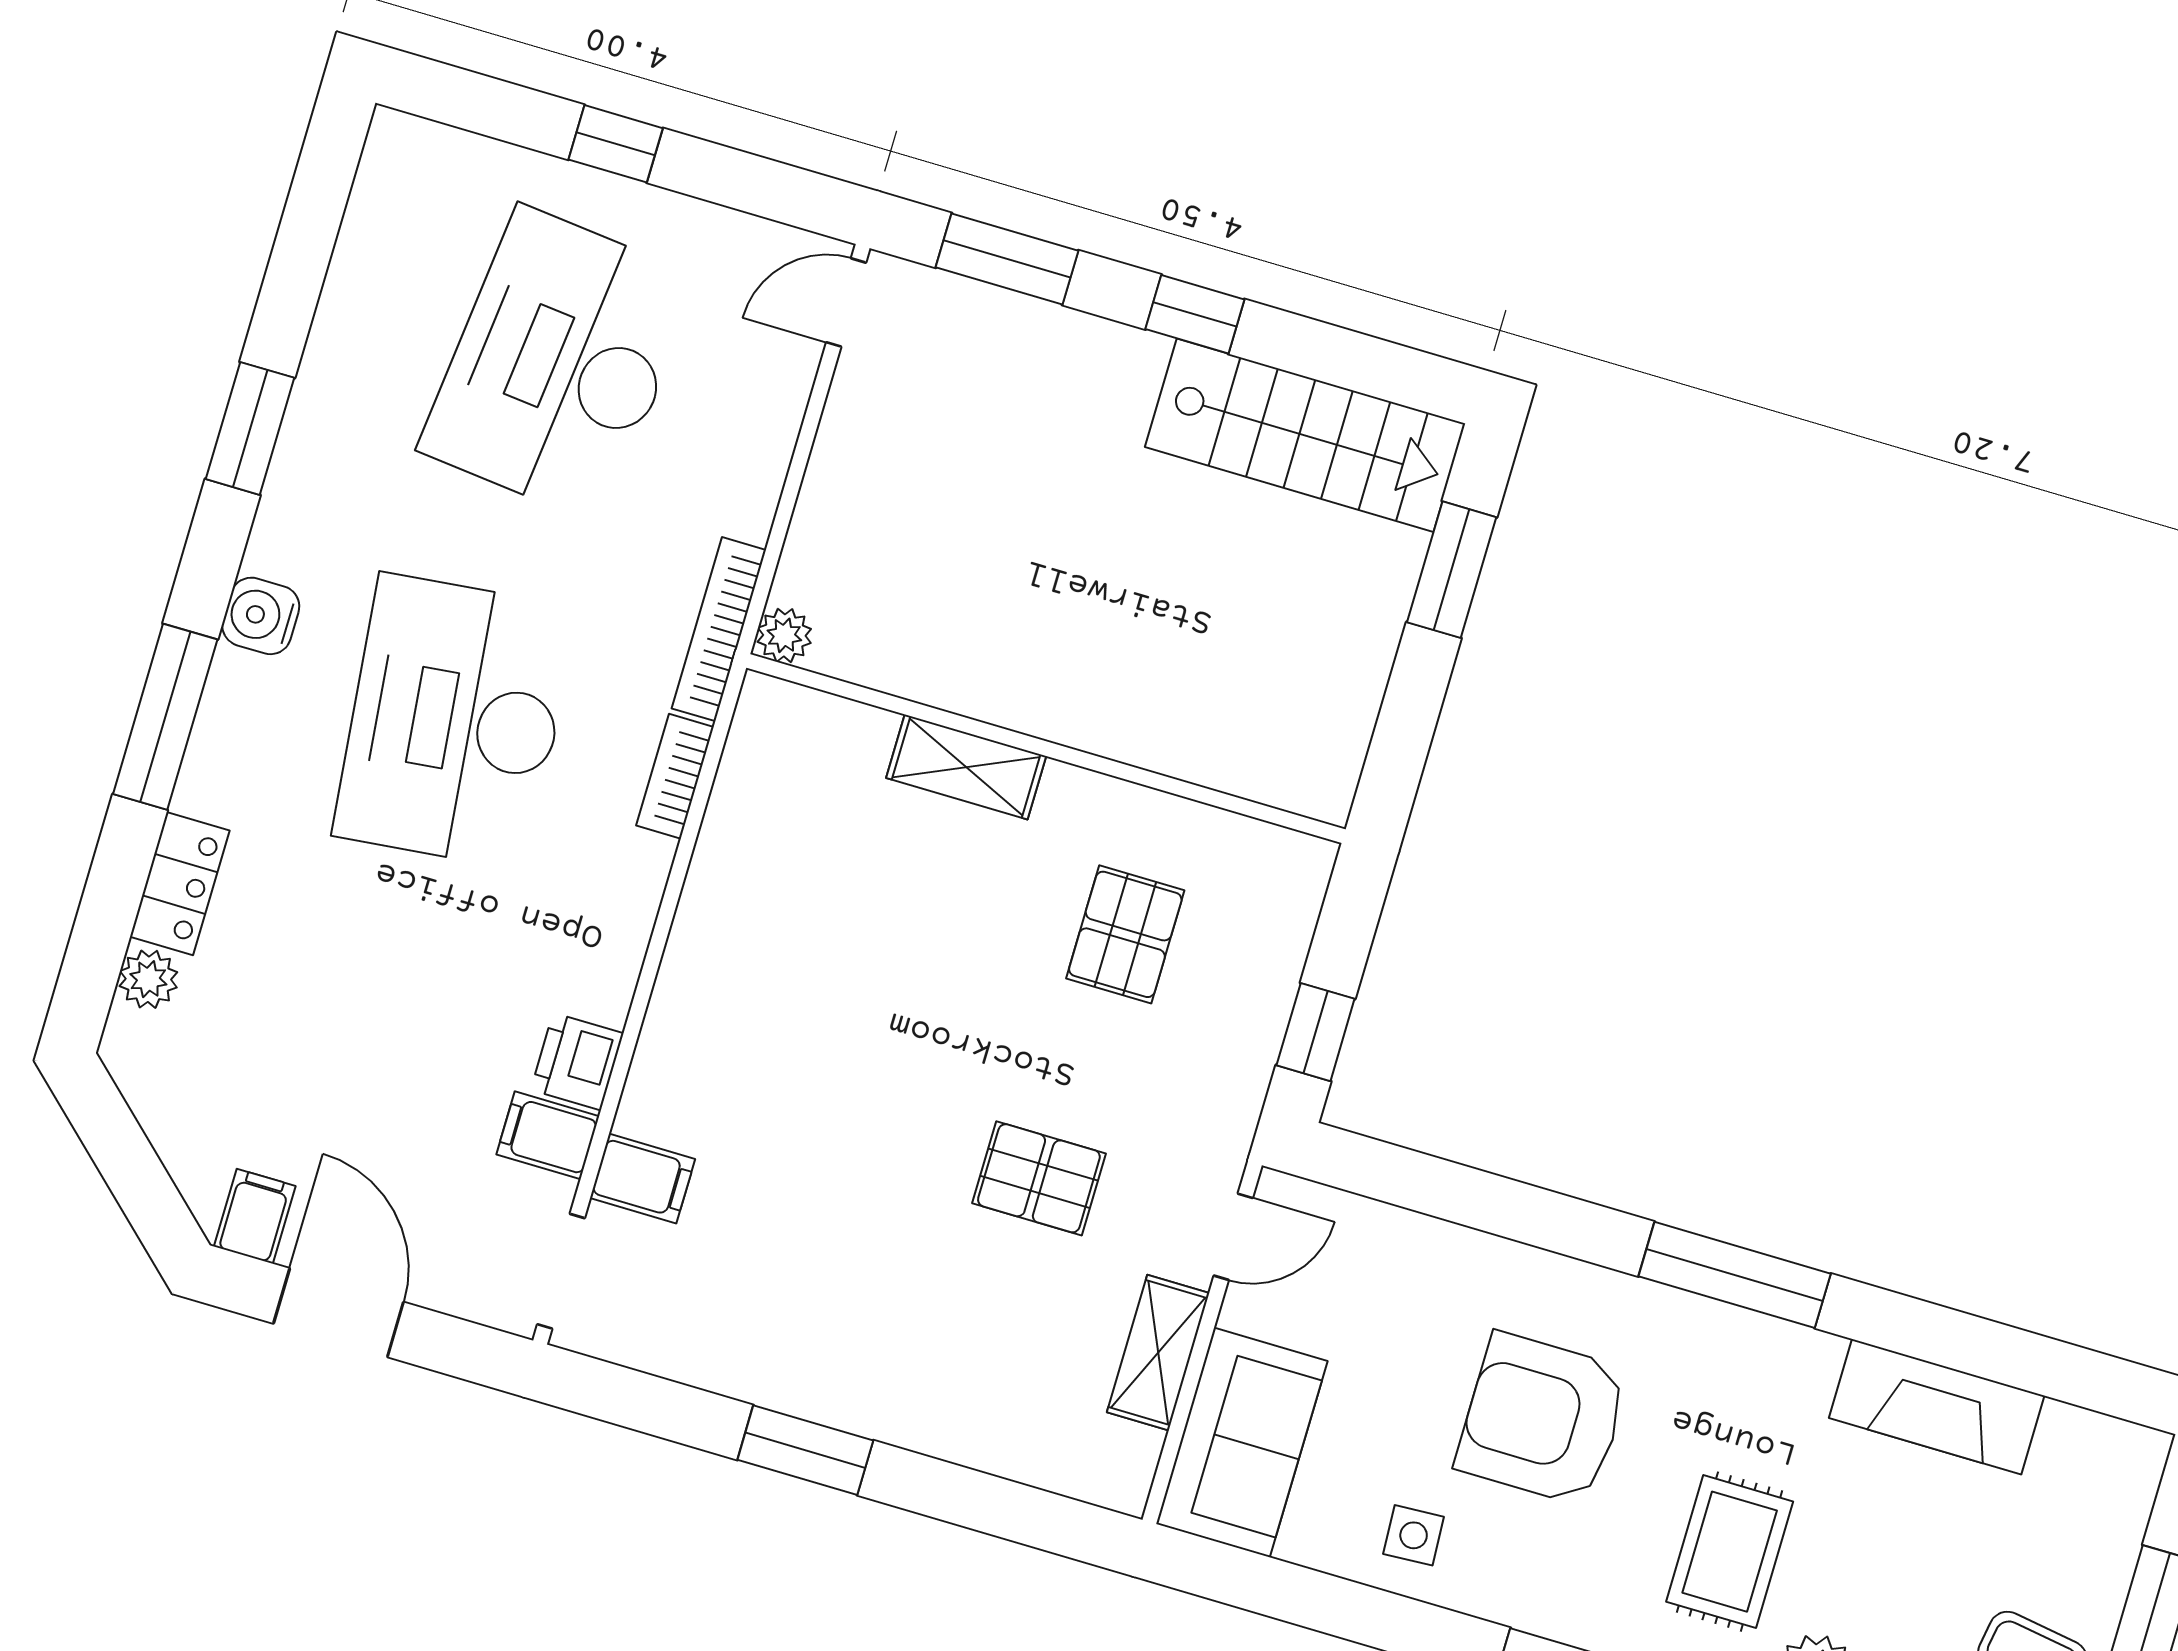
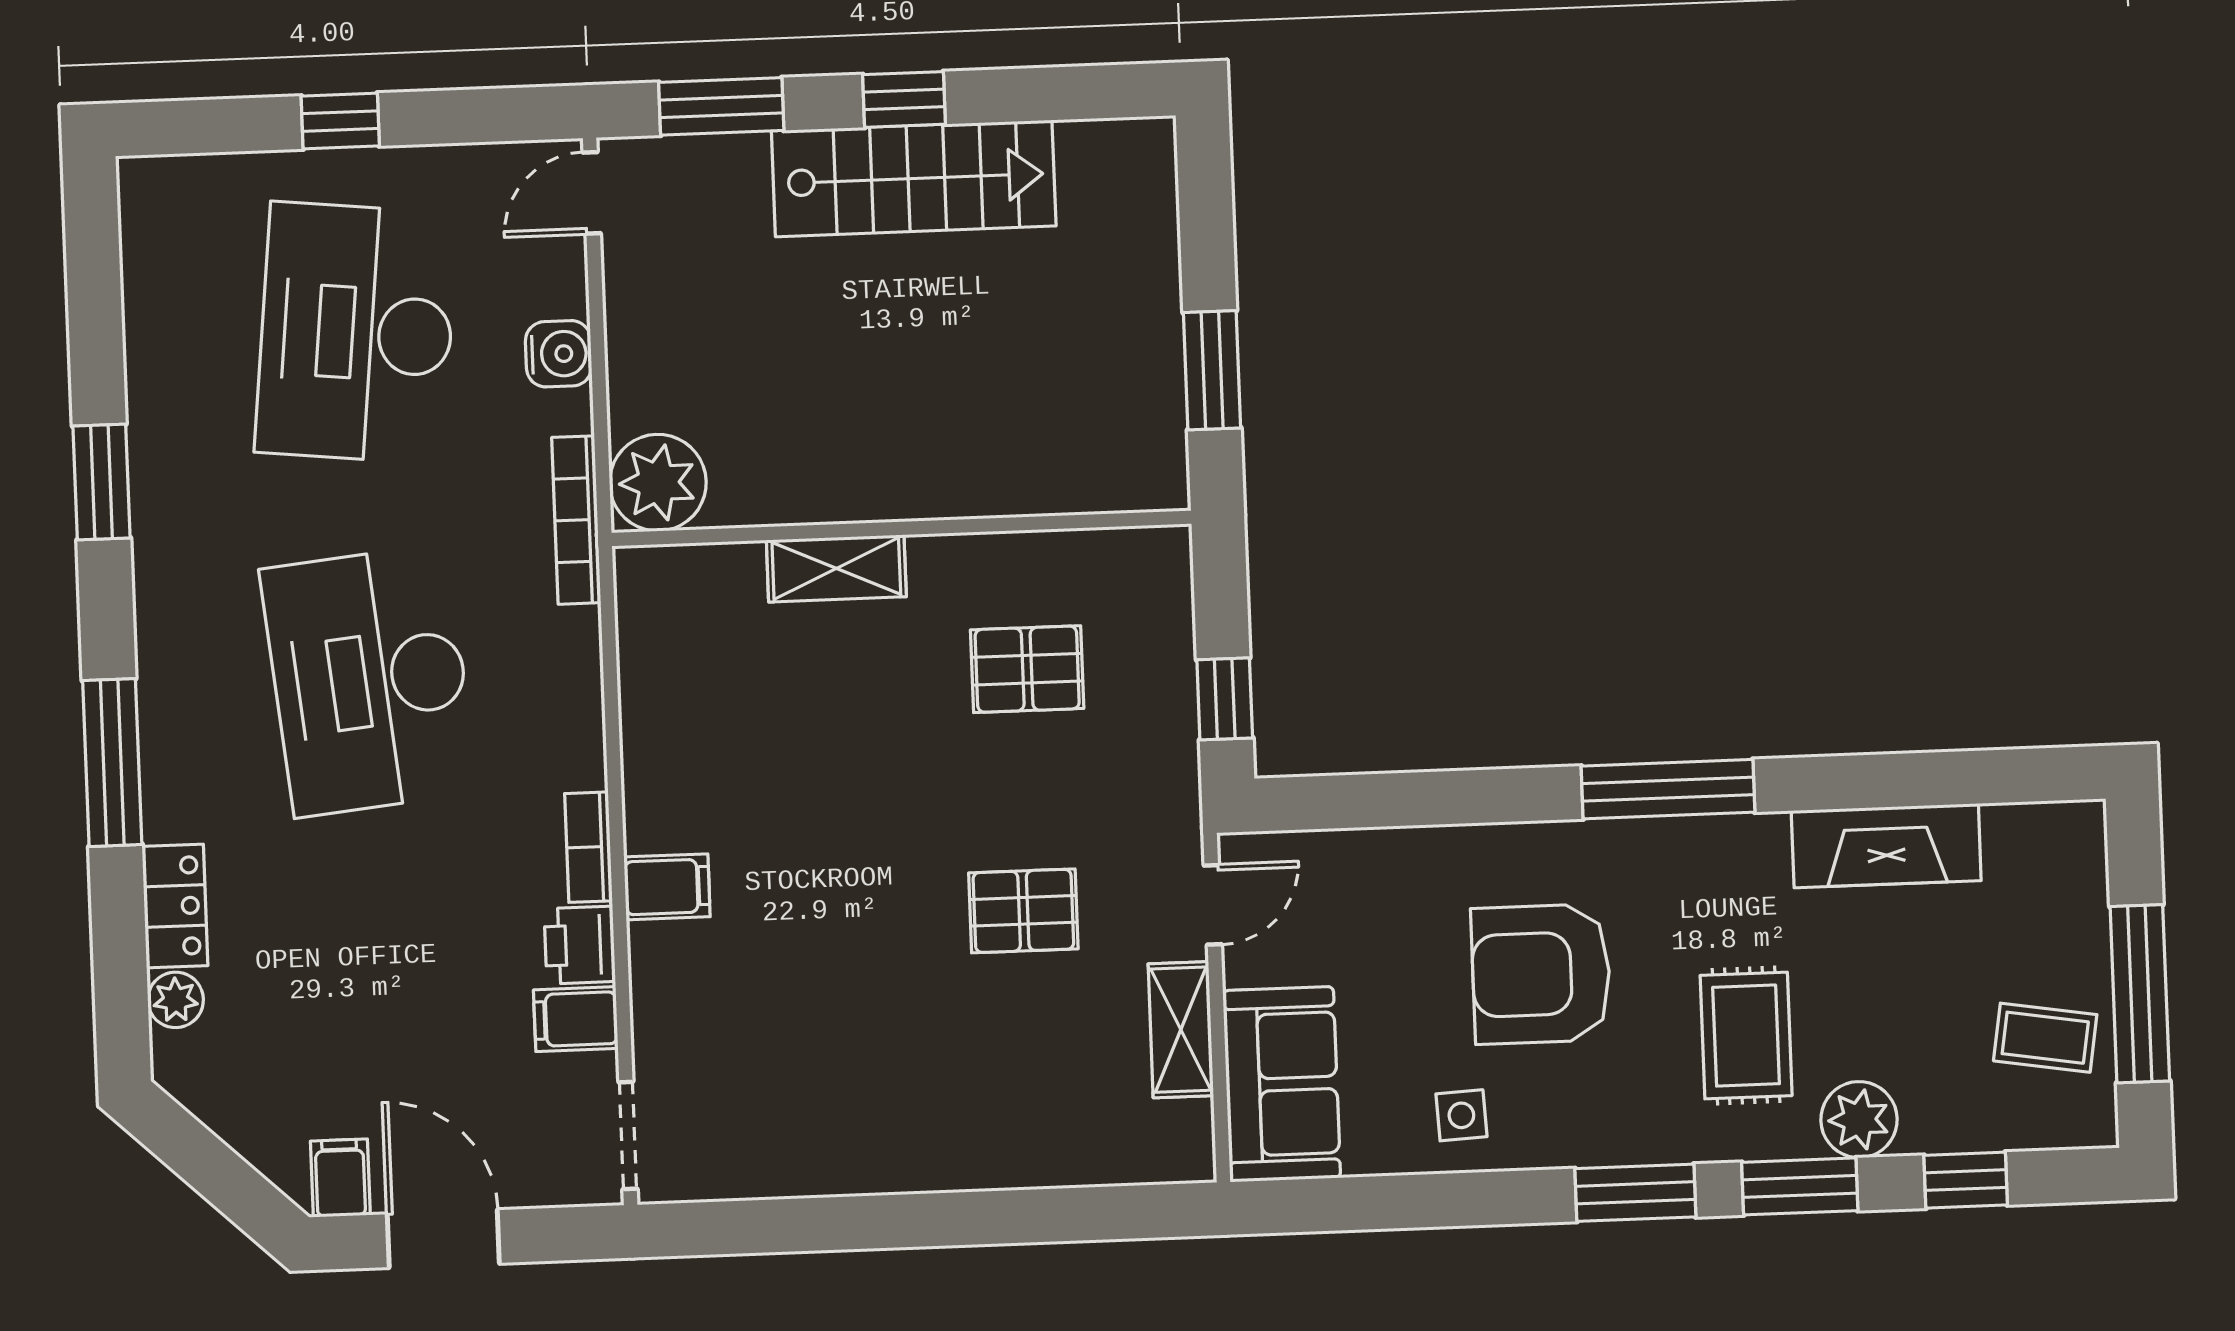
stairs: (1305, 435) -> (914, 178), moved
window: (1452, 570) -> (1212, 370), moved
water cooler: (261, 616) -> (559, 354), moved, turned 180
plant: (784, 635) -> (658, 483), width x1.88, depth x1.88
bookcase: (675, 776) -> (588, 847), moved
pallet: (1125, 934) -> (1027, 669), turned 90
filing cabinet: (643, 1178) -> (667, 887), moved
window: (805, 1450) -> (897, 1221), removed

